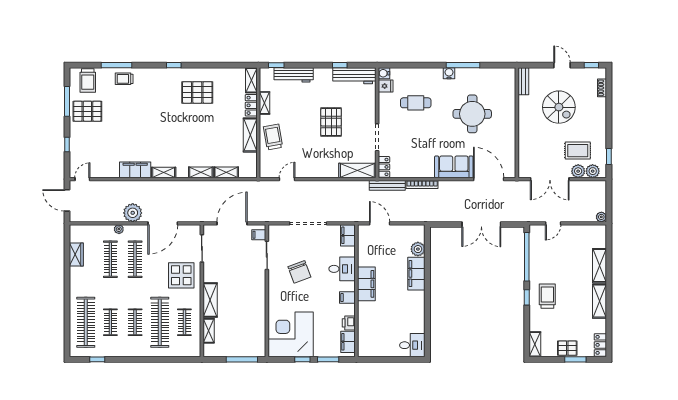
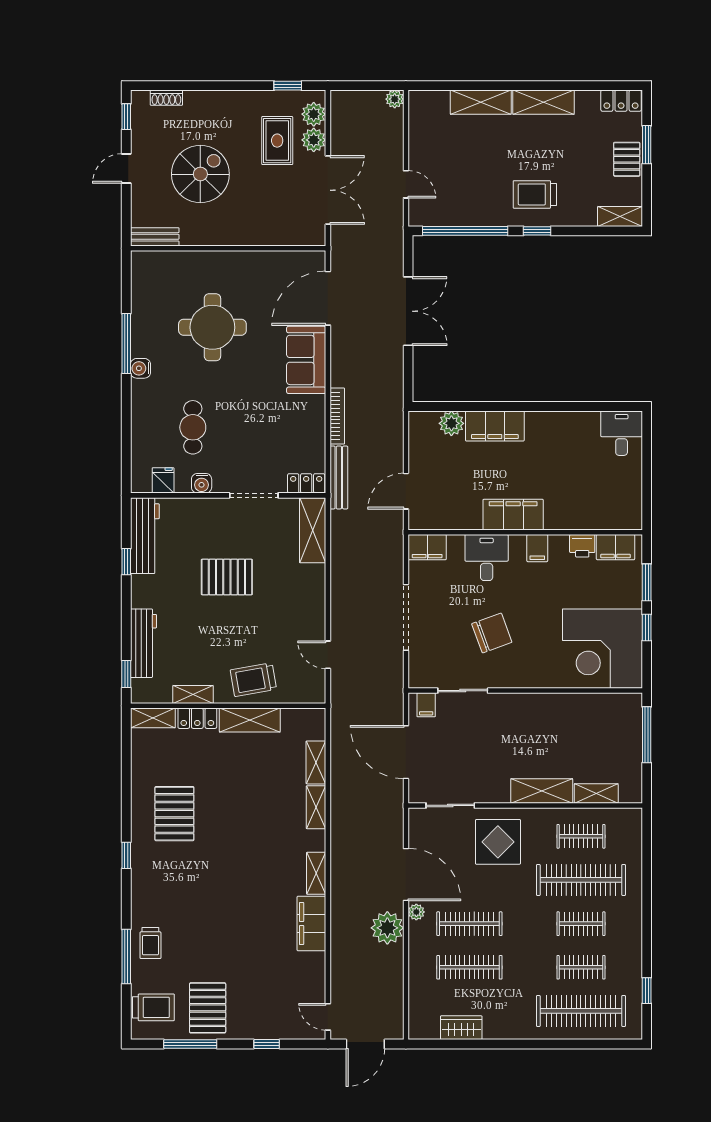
water cooler: (384, 73) -> (202, 483), moved
plant: (119, 229) -> (416, 912), moved

